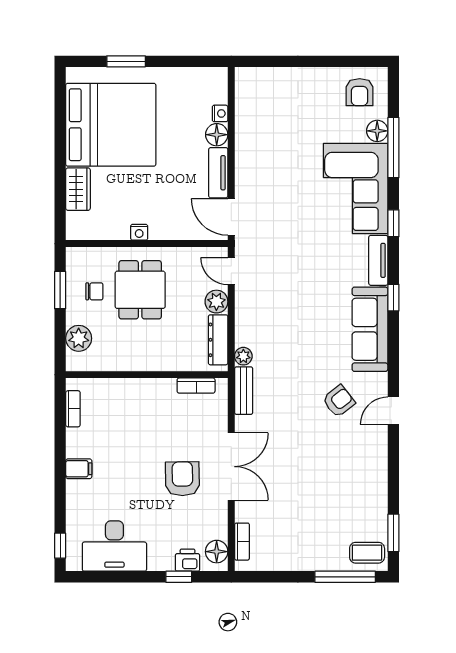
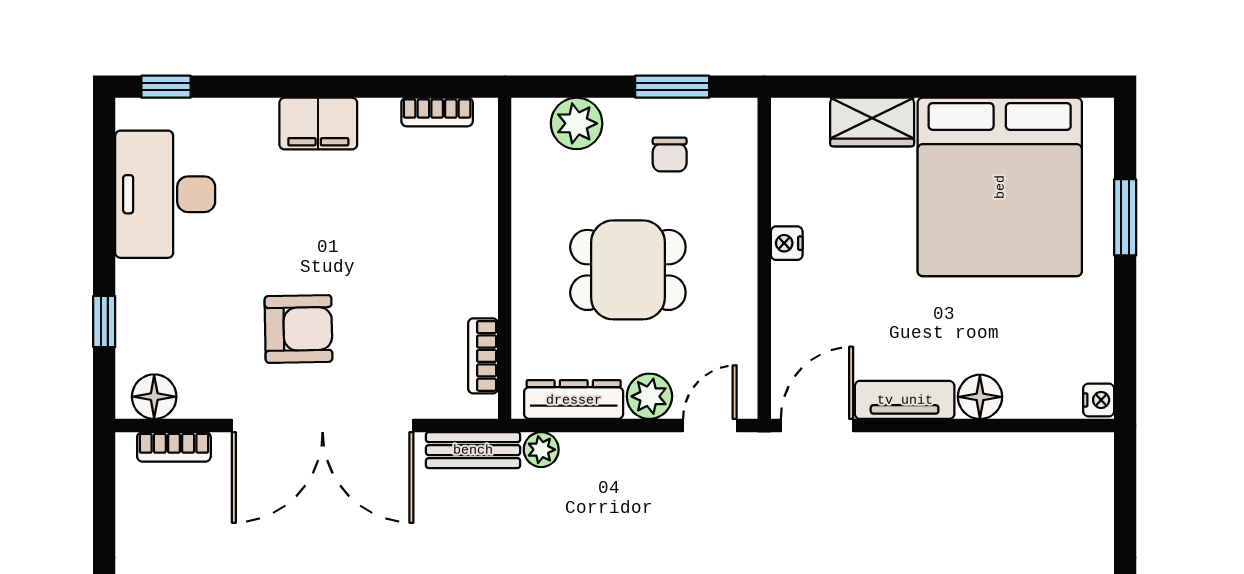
nightstand: (220, 113) -> (1099, 400), moved, turned -90
dining table: (140, 290) -> (628, 270), moved
double door: (231, 467) -> (323, 426), width x1.36
filing cabinet: (79, 469) -> (318, 124), width x2.00
printer: (188, 560) -> (137, 339), removed

